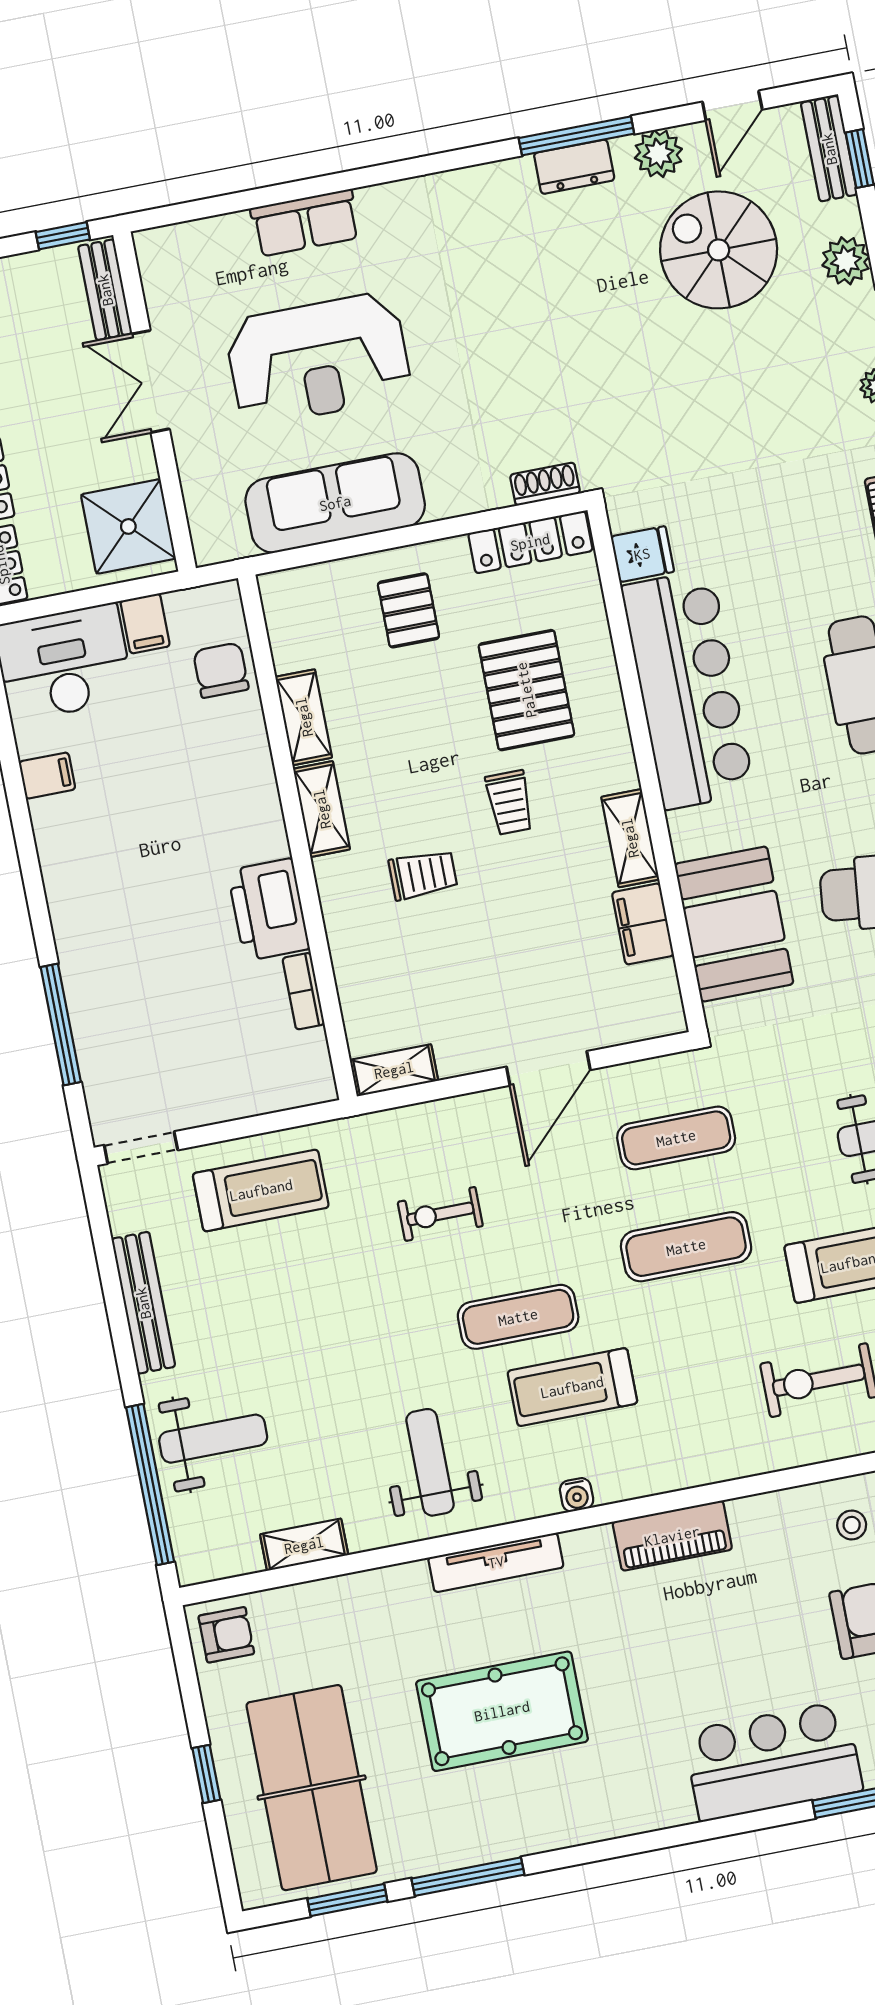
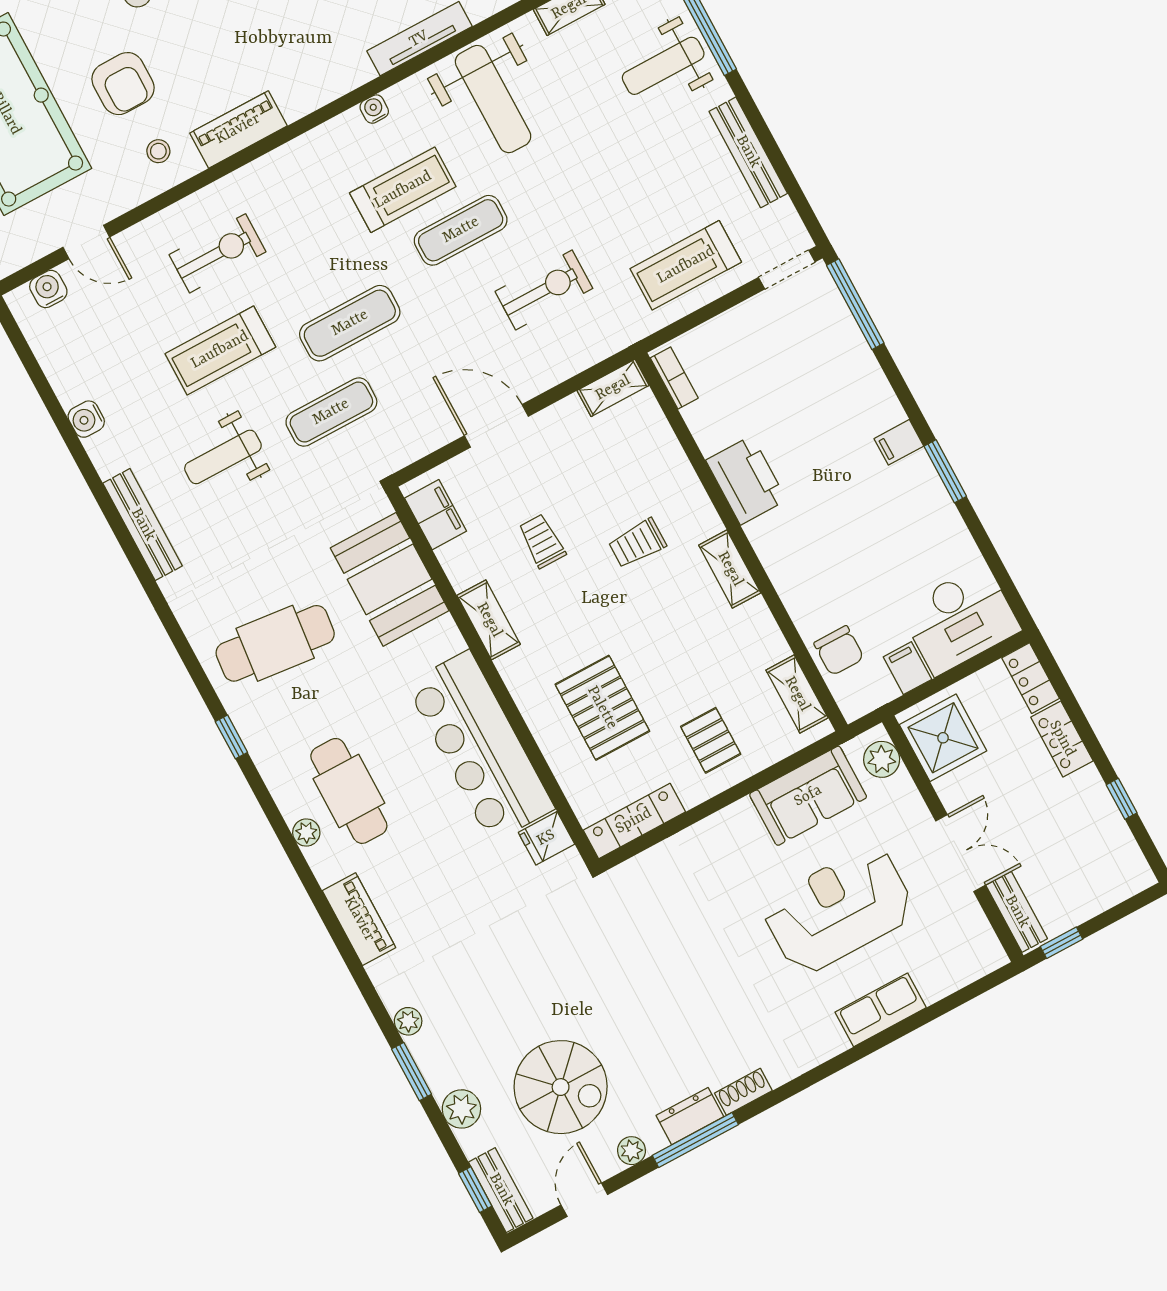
plant: (658, 154) -> (631, 1151), width x0.73, depth x0.73
shoe rack: (545, 484) -> (743, 1092), moved, turned 180
sofa: (335, 503) -> (808, 796), width x0.73
plant: (210, 523) -> (882, 759), added
shelving: (304, 717) -> (797, 694), moved
filing cabinet: (47, 776) -> (899, 442), moved
trolley: (509, 802) -> (542, 541), moved
window: (26, 846) -> (945, 471), added
filing cabinet: (643, 924) -> (435, 515), moved
bookcase: (303, 991) -> (674, 378), moved
window: (61, 1025) -> (855, 304), moved
door: (548, 1068) -> (496, 426), hinge flipped
exercise mat: (676, 1138) -> (331, 412), moved
exercise bike: (440, 1214) -> (544, 290), width x1.38, depth x1.39
weight bench: (430, 1462) -> (493, 99), width x1.36, depth x1.33
piano: (672, 1536) -> (238, 129), moved

